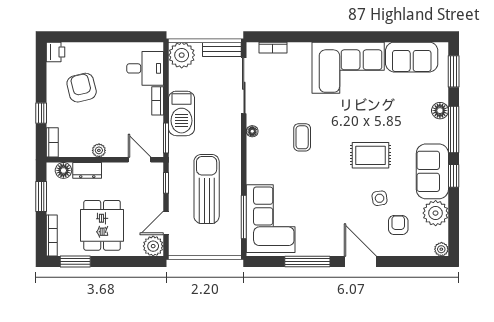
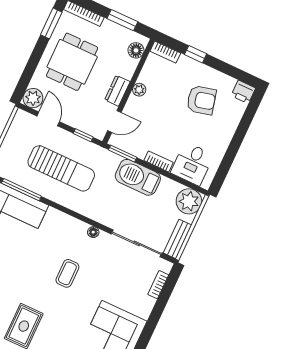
coffee table: (302, 137) -> (67, 273), turned 90
dresser: (87, 170) -> (117, 91), moved
dining table: (102, 225) -> (72, 62), turned 90

